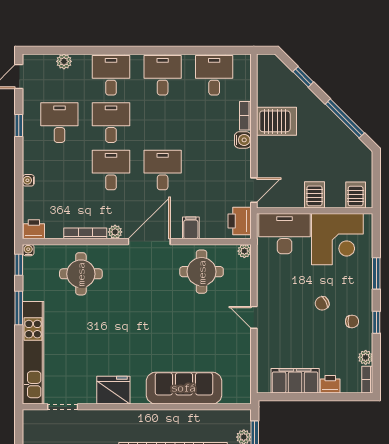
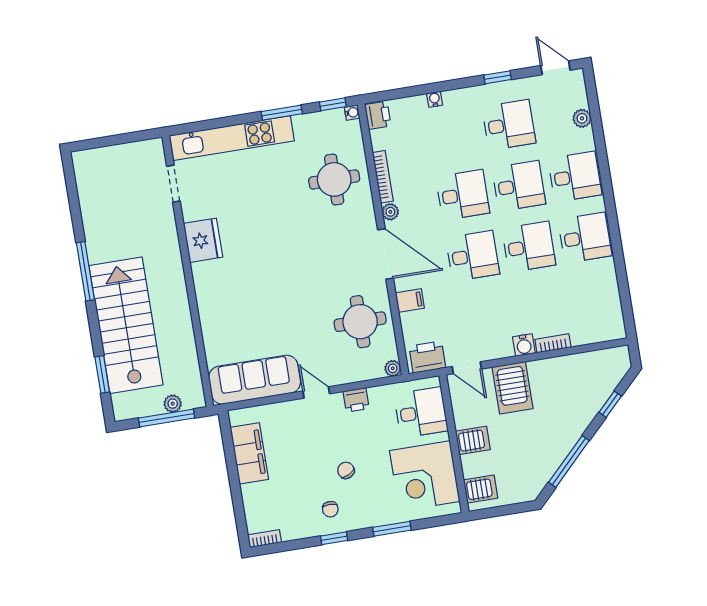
desk: (214, 75) -> (529, 247), moved
server rack: (276, 121) -> (513, 388), moved
desk: (285, 234) -> (421, 412), width x0.73
door: (254, 317) -> (316, 392), hinge flipped
plant: (366, 357) -> (290, 532), removed
printer: (330, 384) -> (356, 400), moved, turned 90
sofa: (184, 388) -> (255, 380), moved, turned -90

